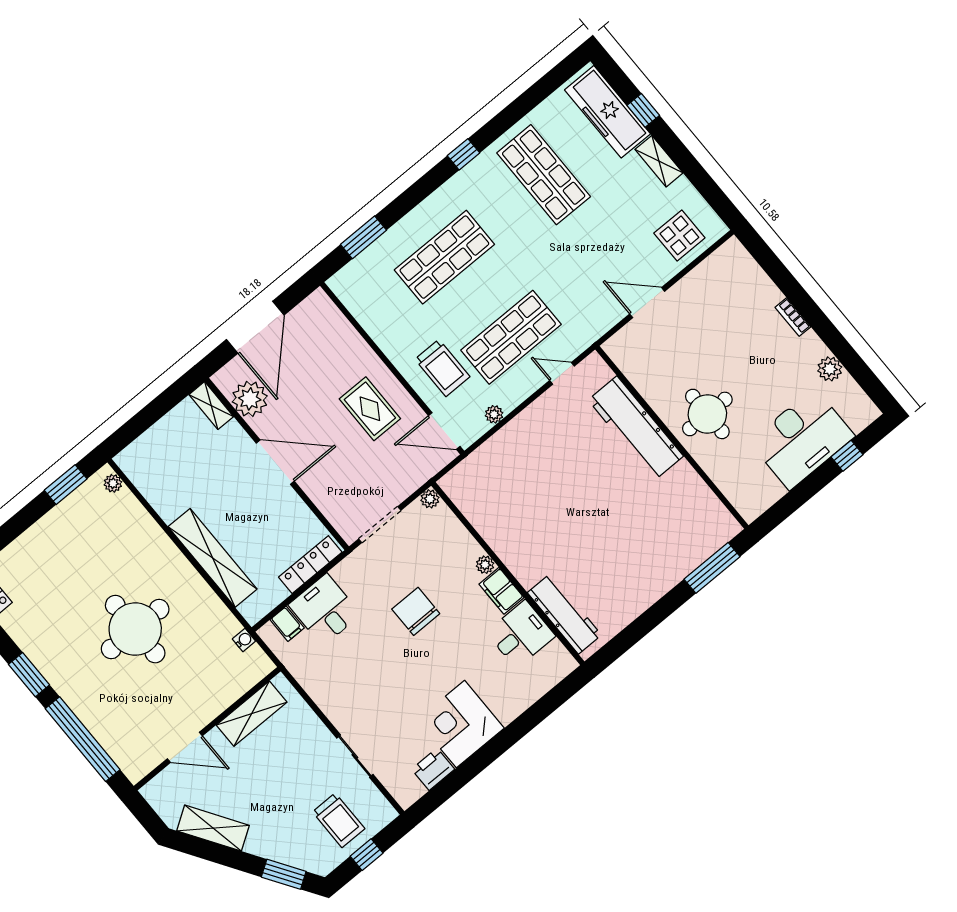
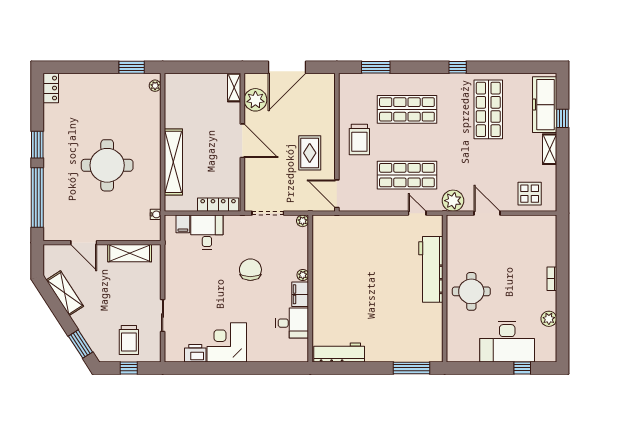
trolley: (442, 368) -> (359, 140), moved
plant: (494, 414) -> (453, 201), moved, width x1.88, depth x1.88
workbench: (564, 614) -> (339, 353), moved, turned -90

